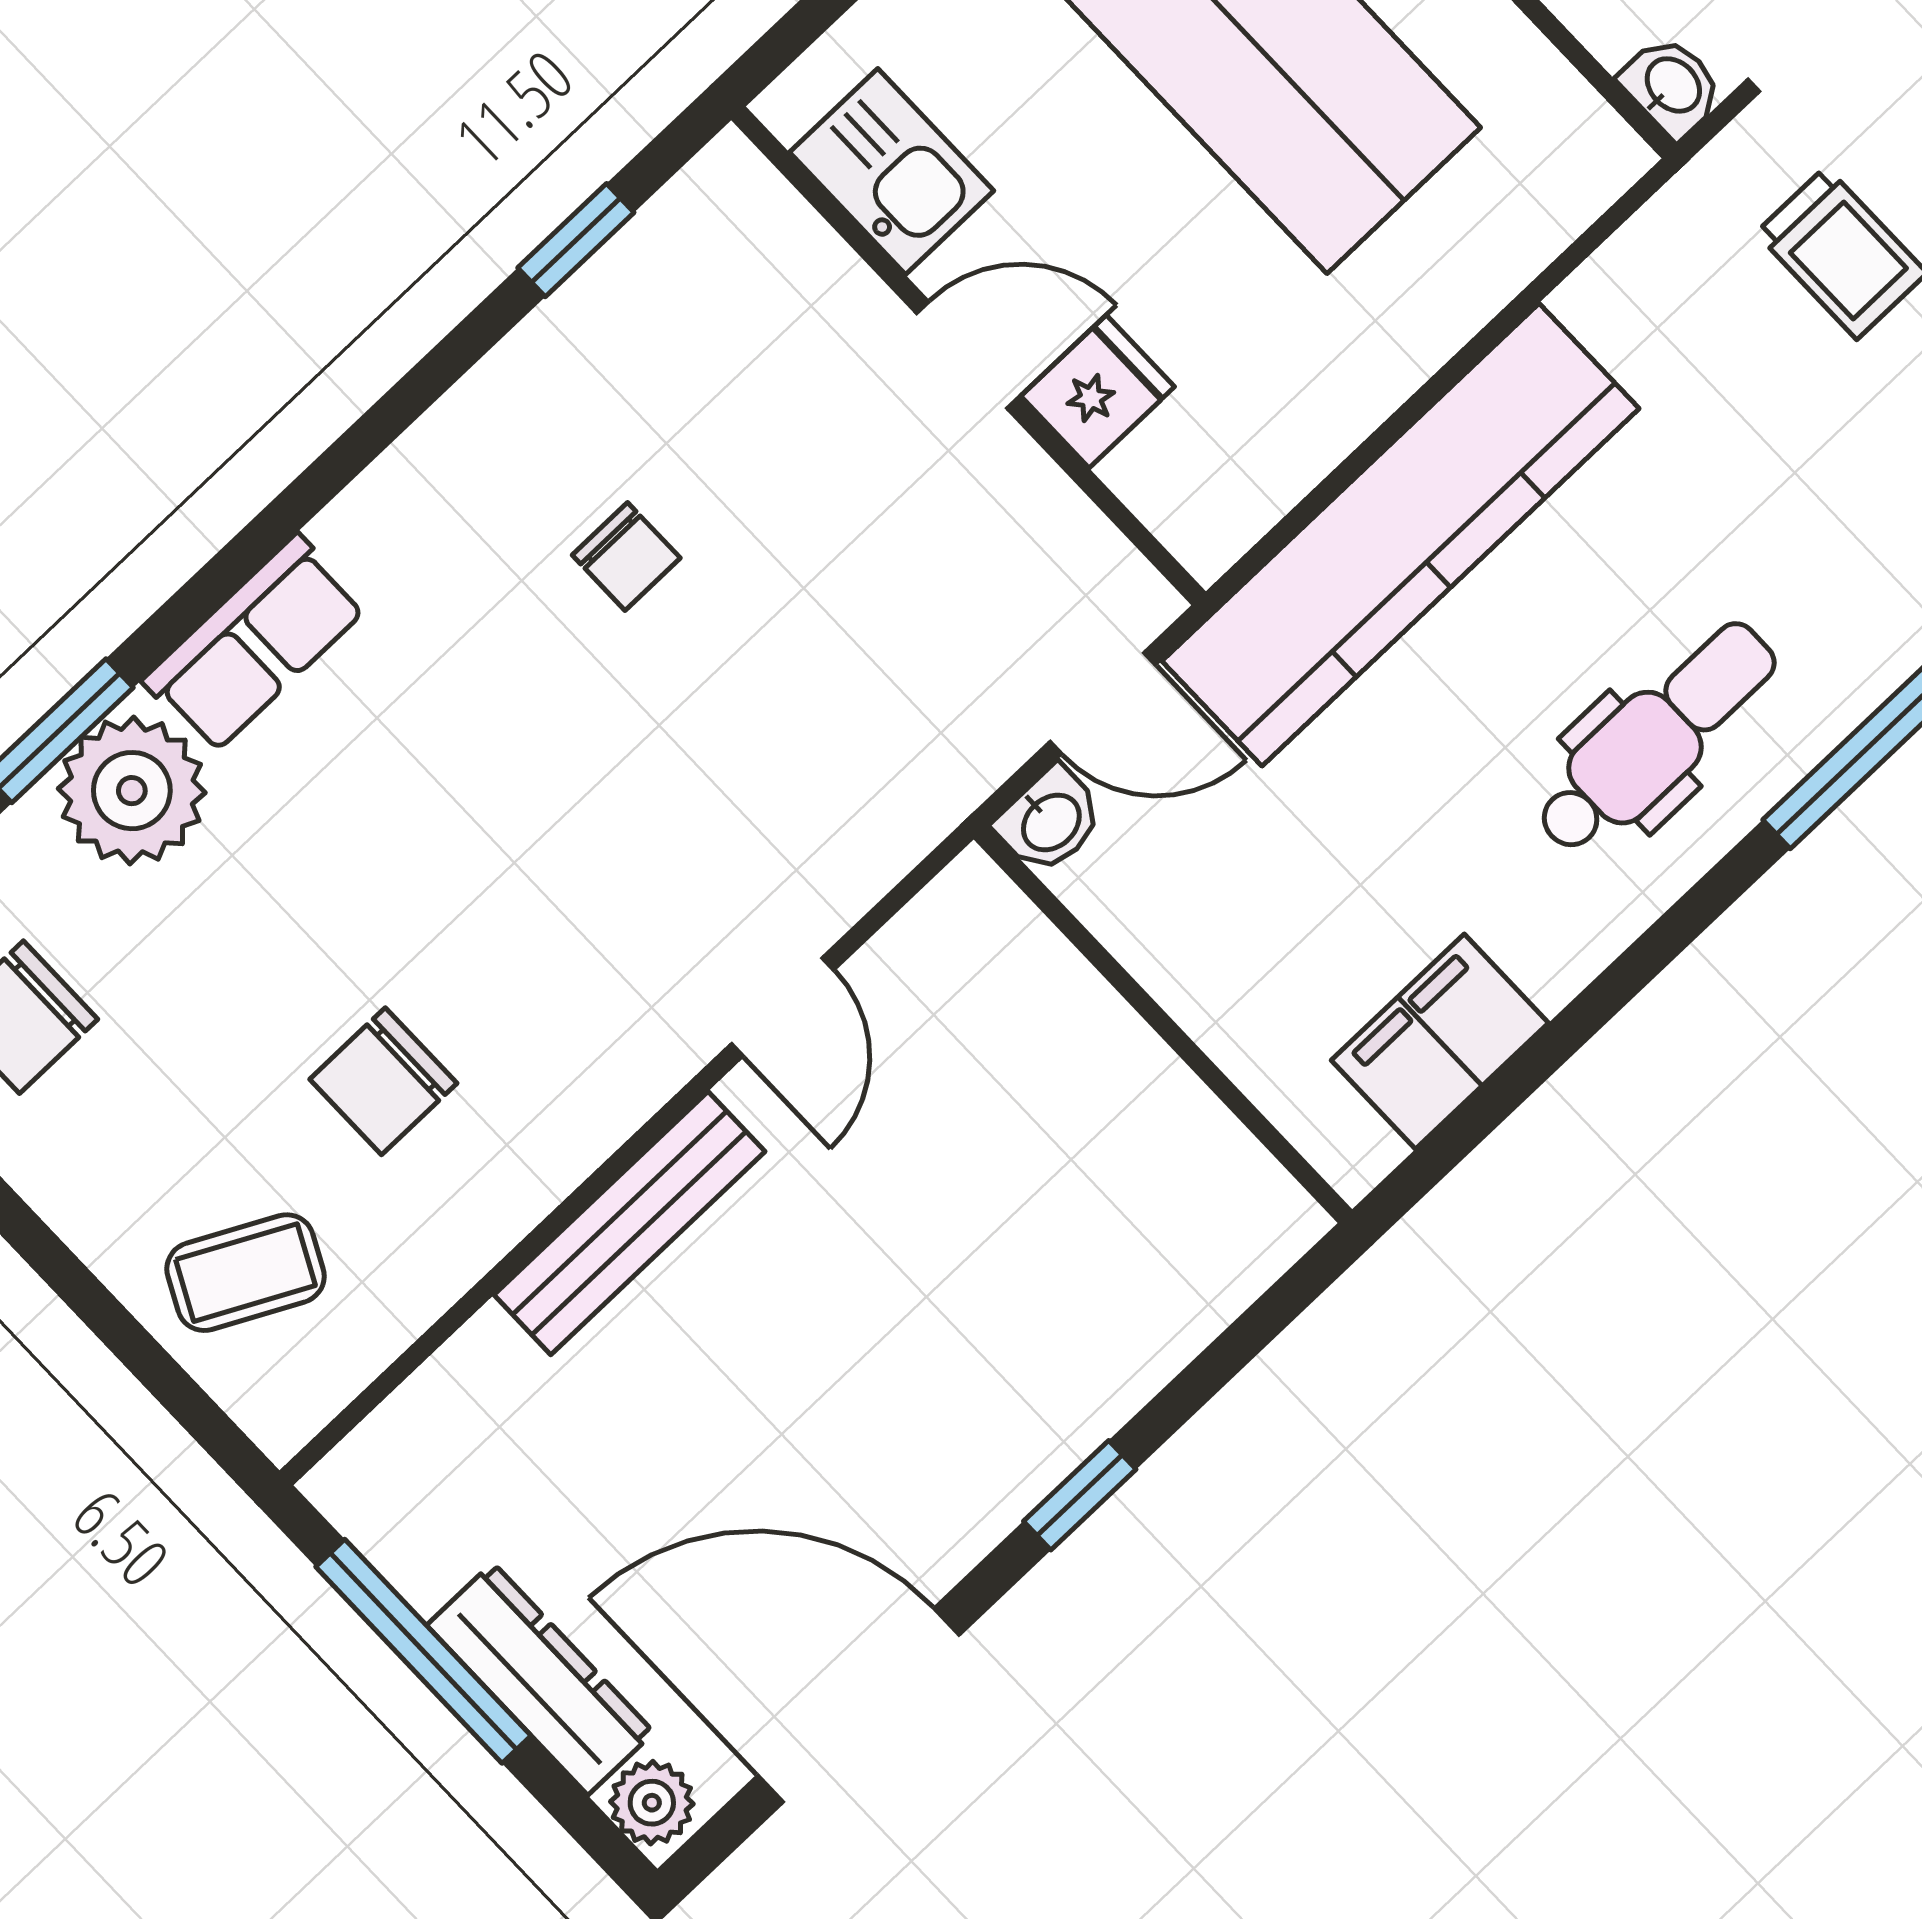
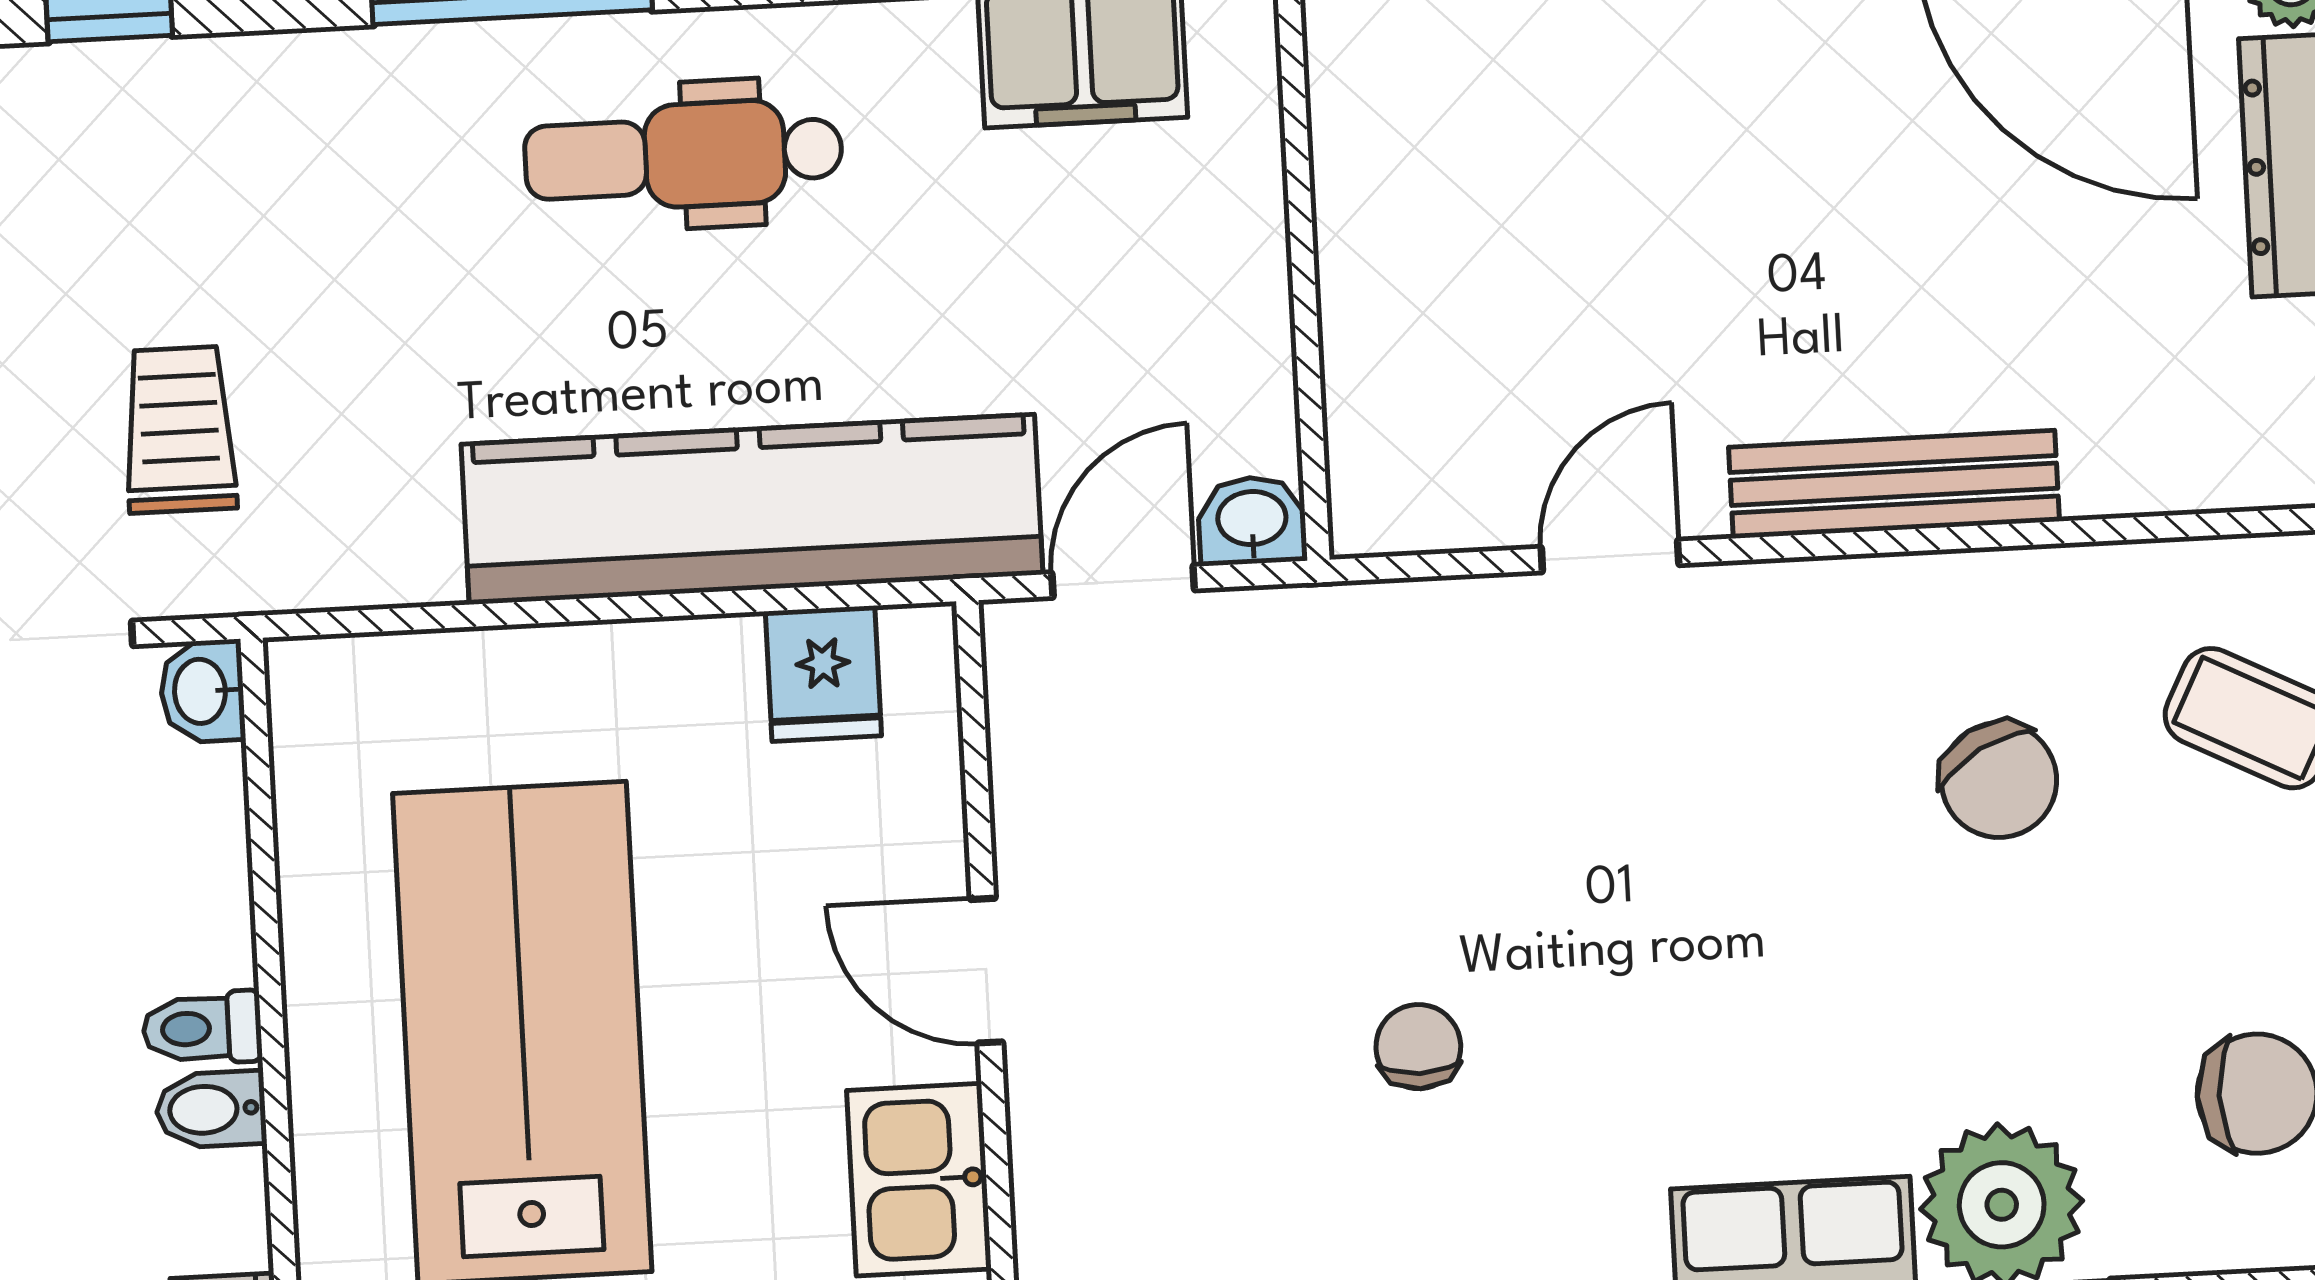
fridge: (1098, 391) -> (823, 674), moved, turned -90
door: (1103, 703) -> (1123, 581), hinge flipped
chair: (383, 1081) -> (1999, 780), turned 61

